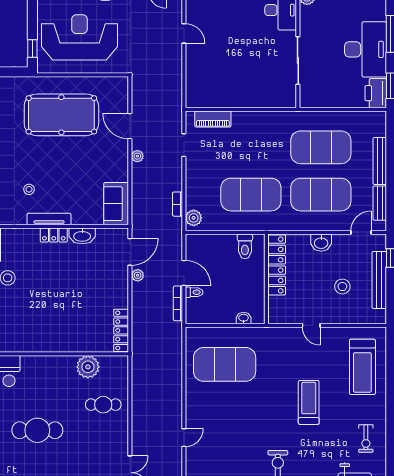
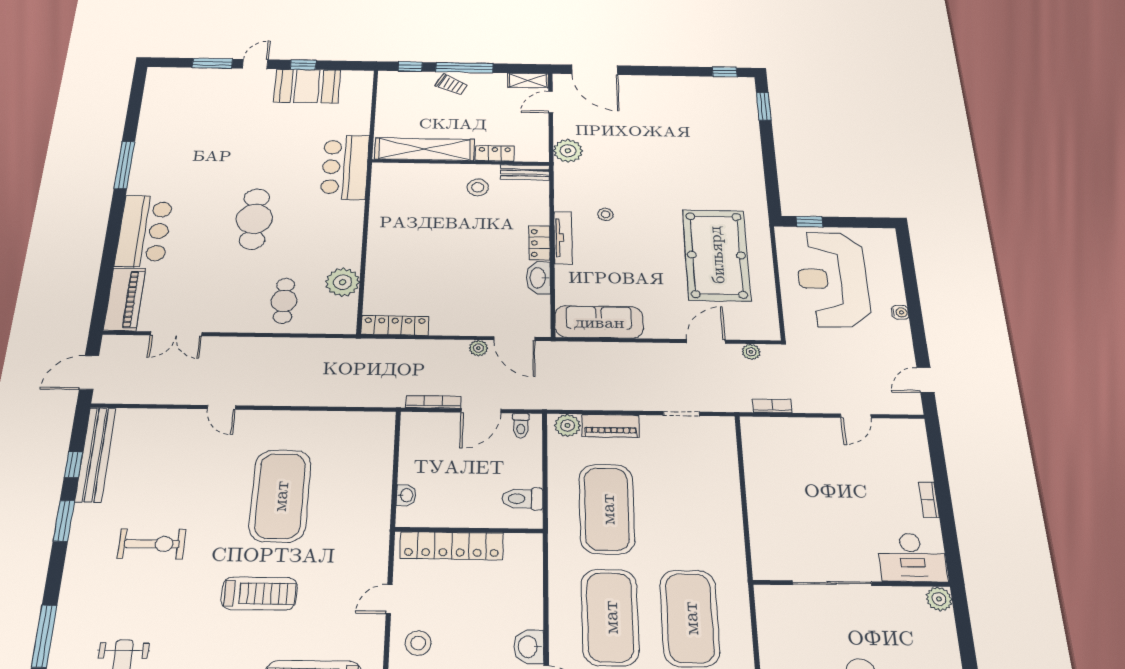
reception desk: (80, 37) -> (833, 279), turned 180
piano: (213, 119) -> (611, 426), moved, turned -90
plant: (137, 156) -> (751, 352), moved
sofa: (116, 204) -> (599, 322), width x1.36
bookcase: (178, 204) -> (772, 406), moved
washbasin: (321, 243) -> (529, 647), moved
locker: (277, 265) -> (452, 546), moved
stool: (342, 287) -> (418, 643), moved
toilet: (194, 292) -> (521, 426), moved
exercise mat: (225, 364) -> (280, 496), moved

